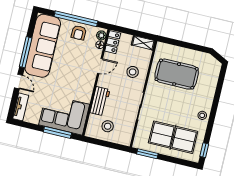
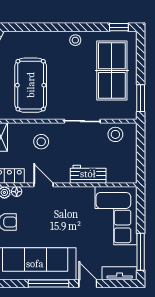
door: (19, 81) -> (88, 284), hinge flipped
stool: (108, 126) -> (115, 134), moved
window: (57, 132) -> (141, 252), moved

